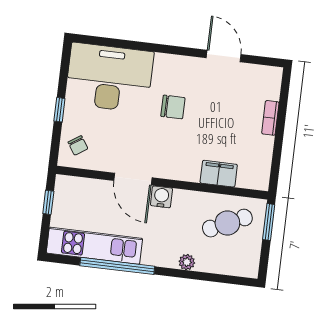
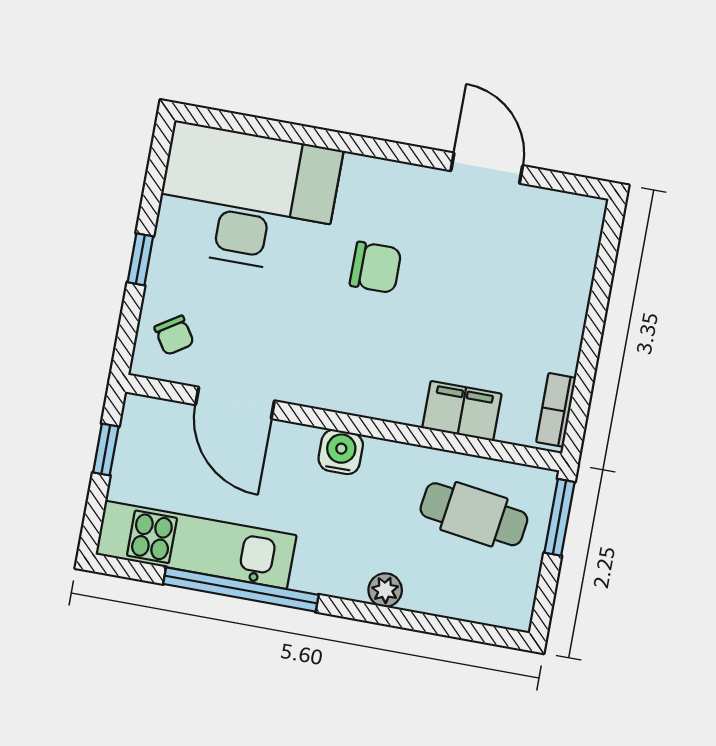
bookcase: (270, 118) -> (556, 410), moved
door: (133, 179) -> (235, 403), moved
cafe table: (227, 223) -> (474, 514), turned 33

